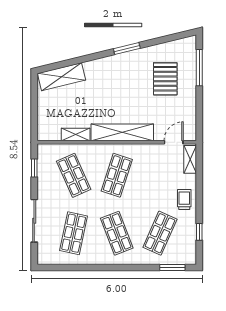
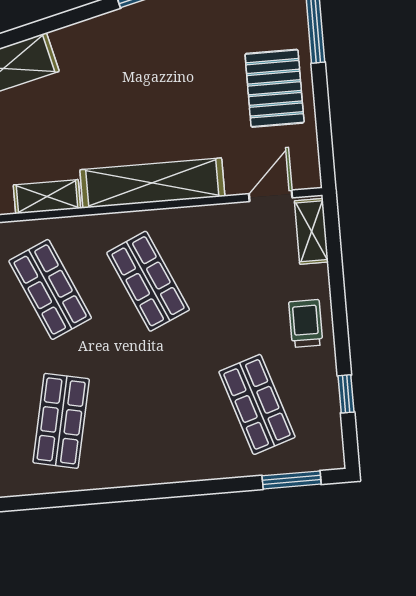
pallet: (165, 79) -> (275, 88), moved
shop shelf: (117, 175) -> (148, 281), turned -42
shop shelf: (117, 233) -> (159, 413), removed
shop shelf: (160, 233) -> (257, 404), turned -42

